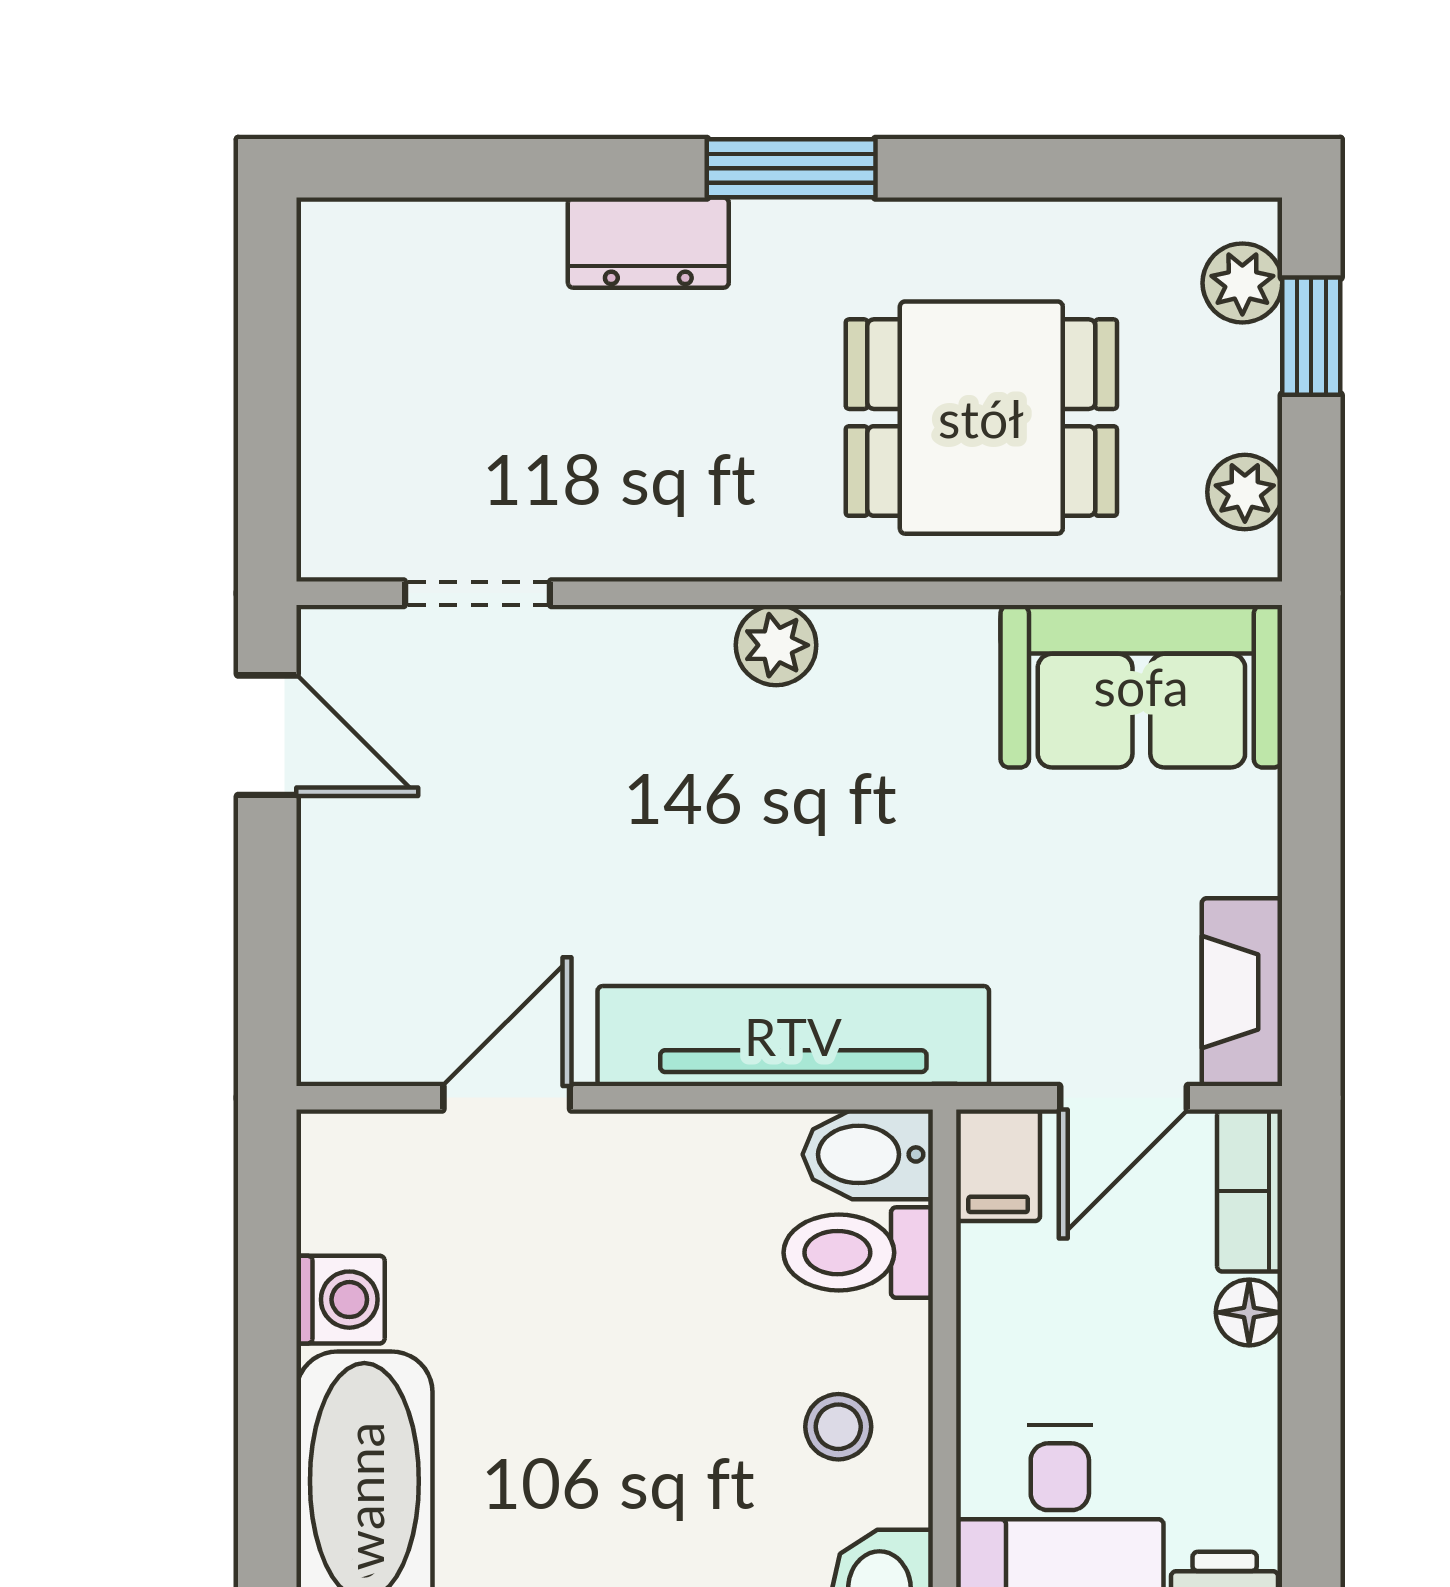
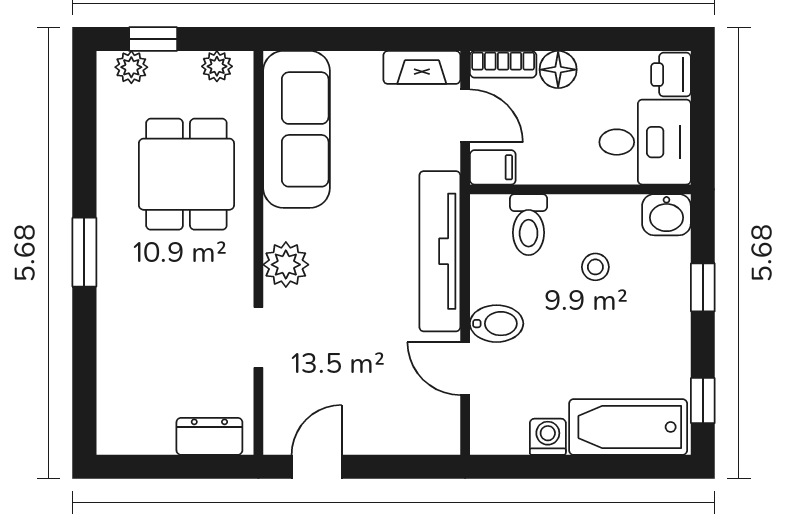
dresser: (648, 243) -> (209, 436), moved, turned -90
doorway: (477, 593) -> (258, 337), moved
plant: (776, 645) -> (286, 265), width x1.38, depth x1.38
sofa: (1141, 686) -> (297, 129), width x1.36
bidet: (868, 1154) -> (497, 324), moved, turned -90
floor lamp: (1249, 1312) -> (558, 70), width x1.37, depth x1.37
stool: (838, 1427) -> (595, 267), moved

